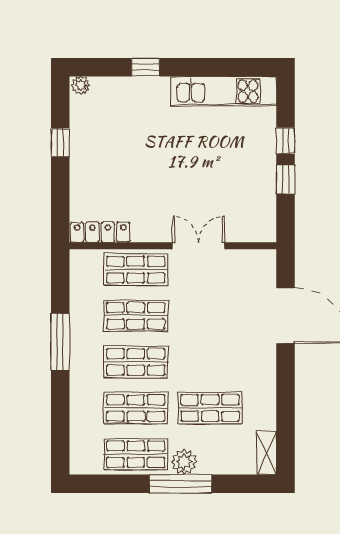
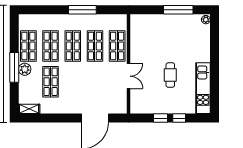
window: (145, 67) -> (215, 51), removed
window: (60, 143) -> (178, 10), width x2.17
cafe table: (196, 159) -> (170, 75), added
locker: (100, 232) -> (135, 29), removed

